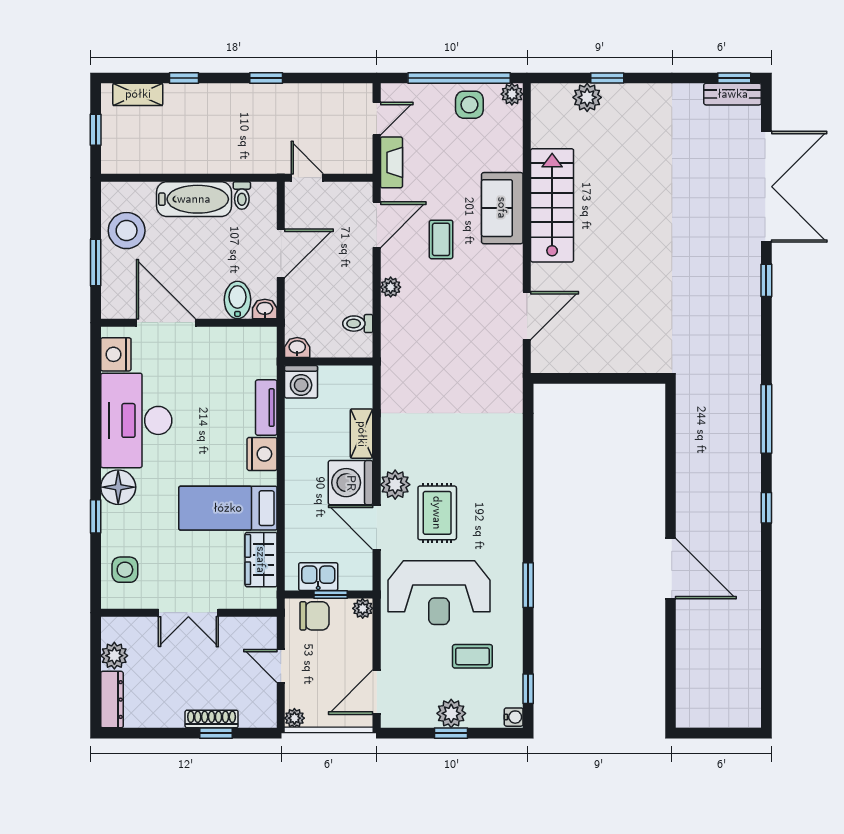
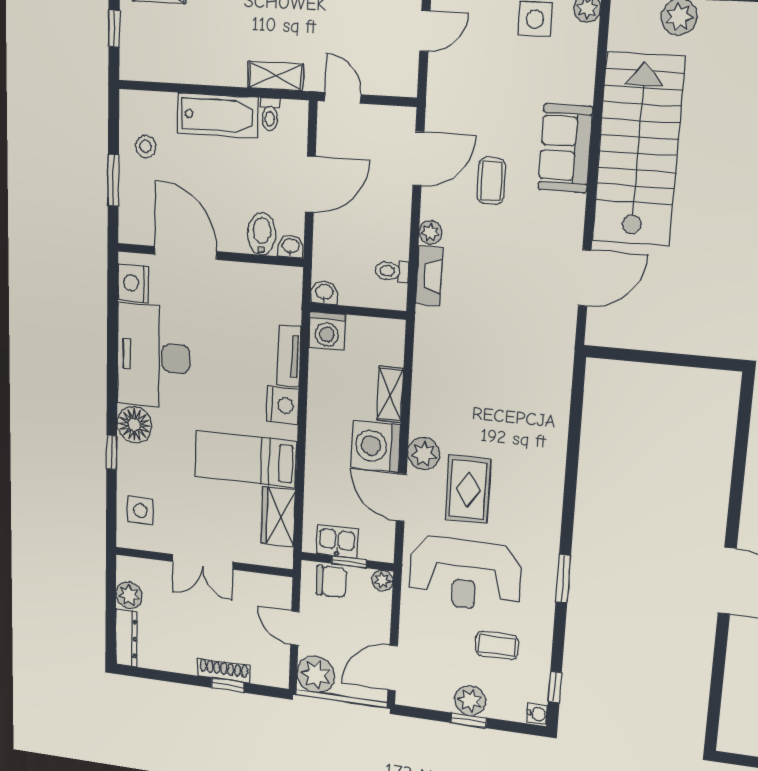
fireplace: (391, 162) -> (429, 276), moved
shelving: (246, 163) -> (275, 76), added
stairs: (552, 205) -> (638, 150), width x1.36, depth x1.51
stool: (127, 231) -> (146, 146), width x0.53, depth x0.53
plant: (294, 718) -> (316, 675), width x1.87, depth x1.87

